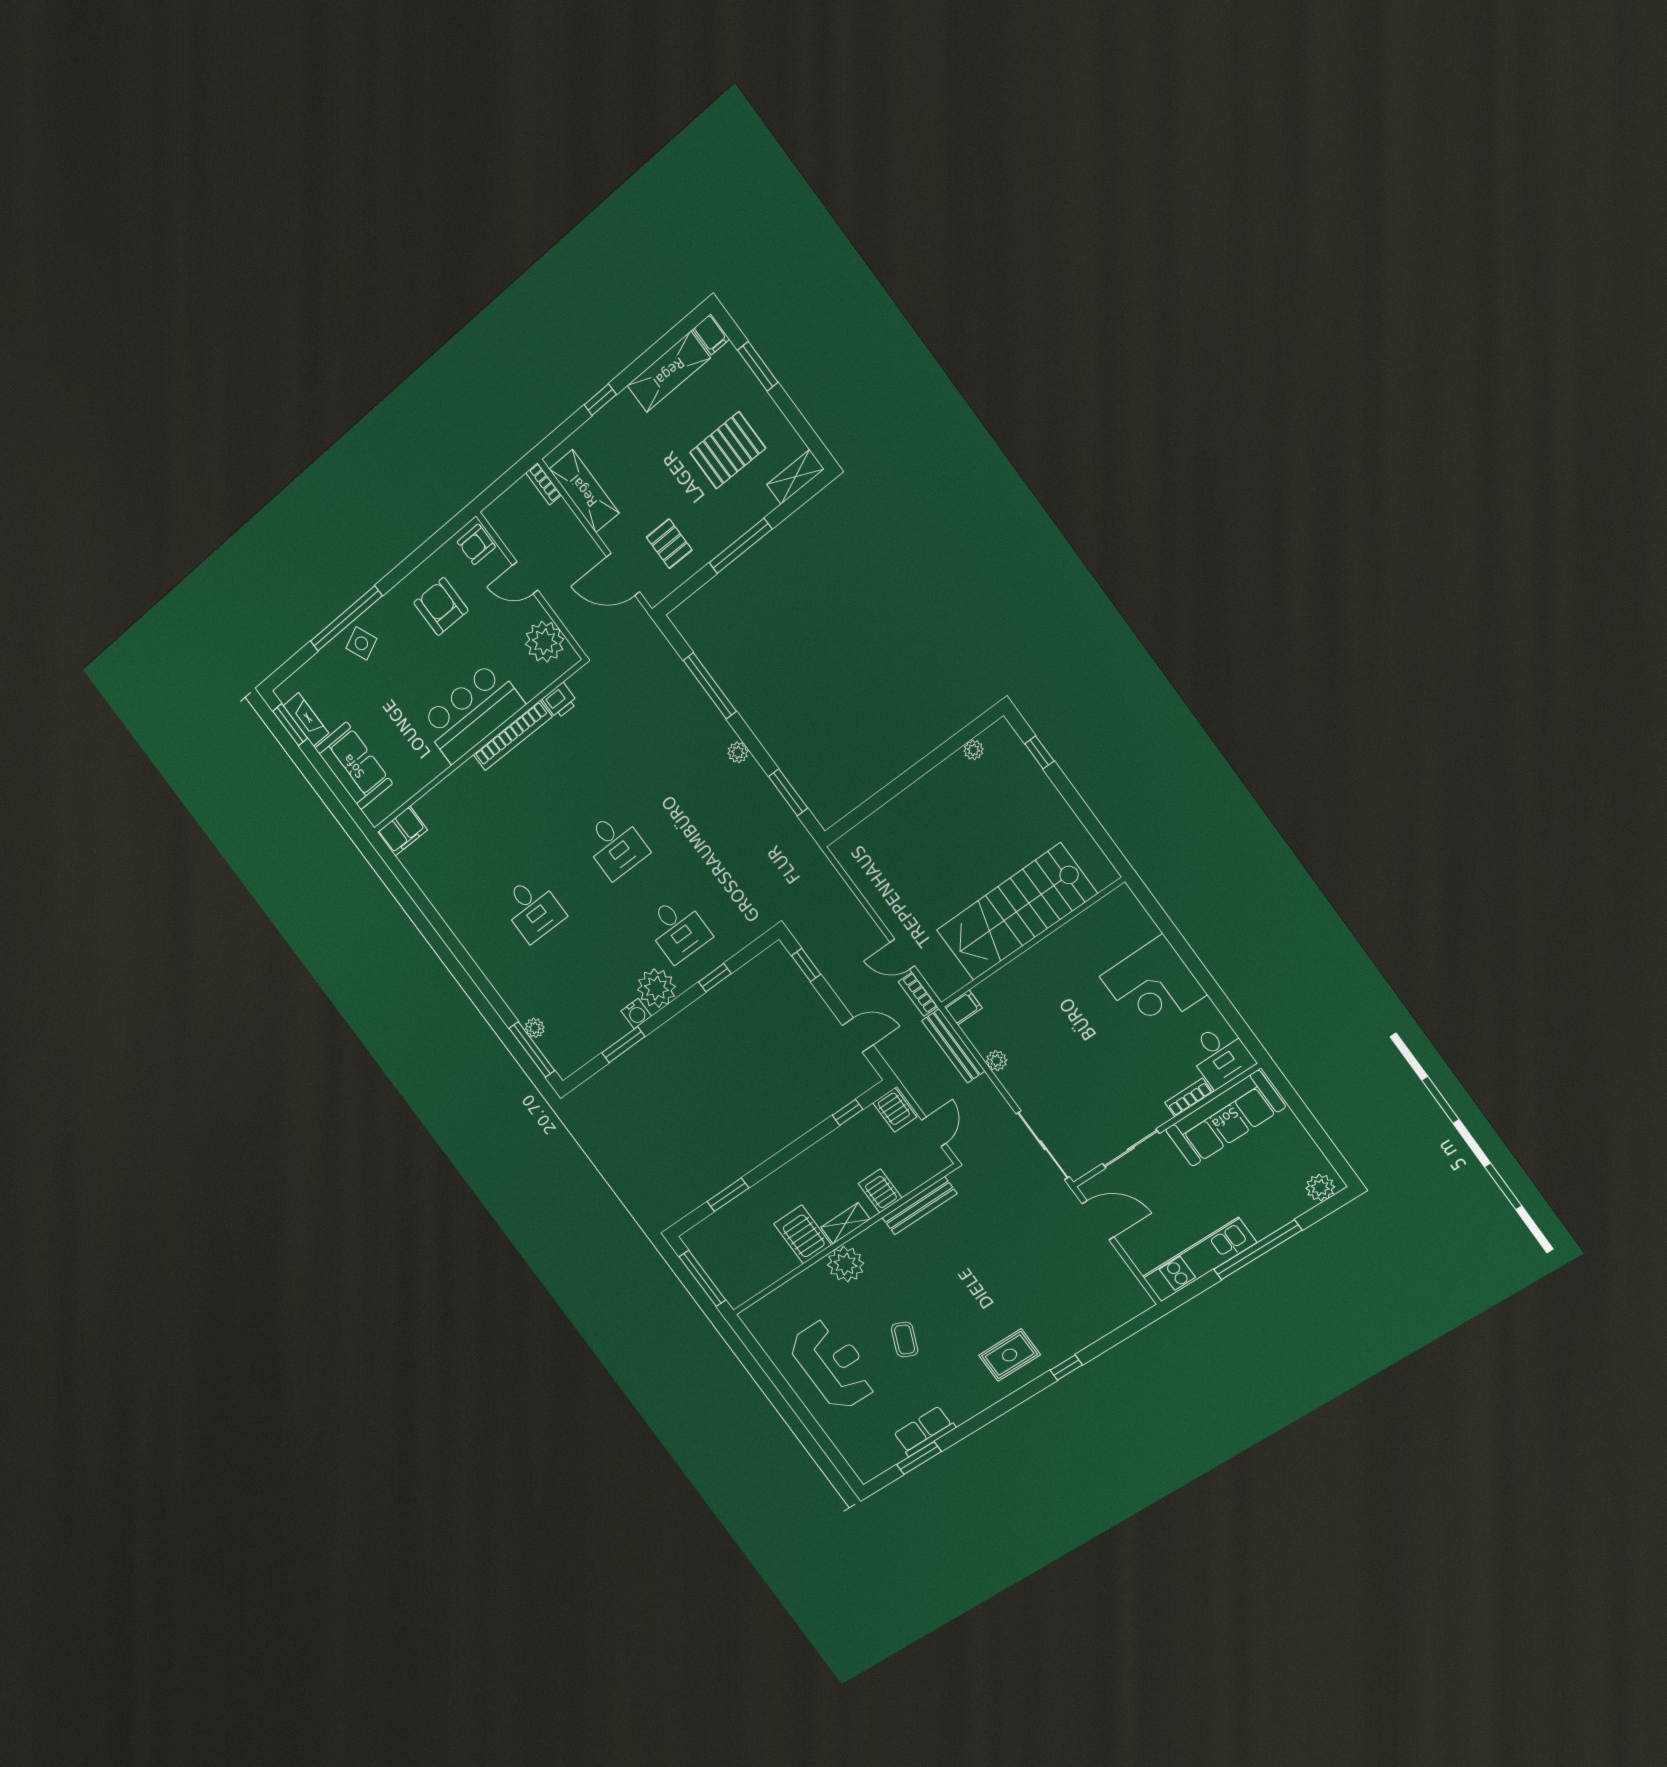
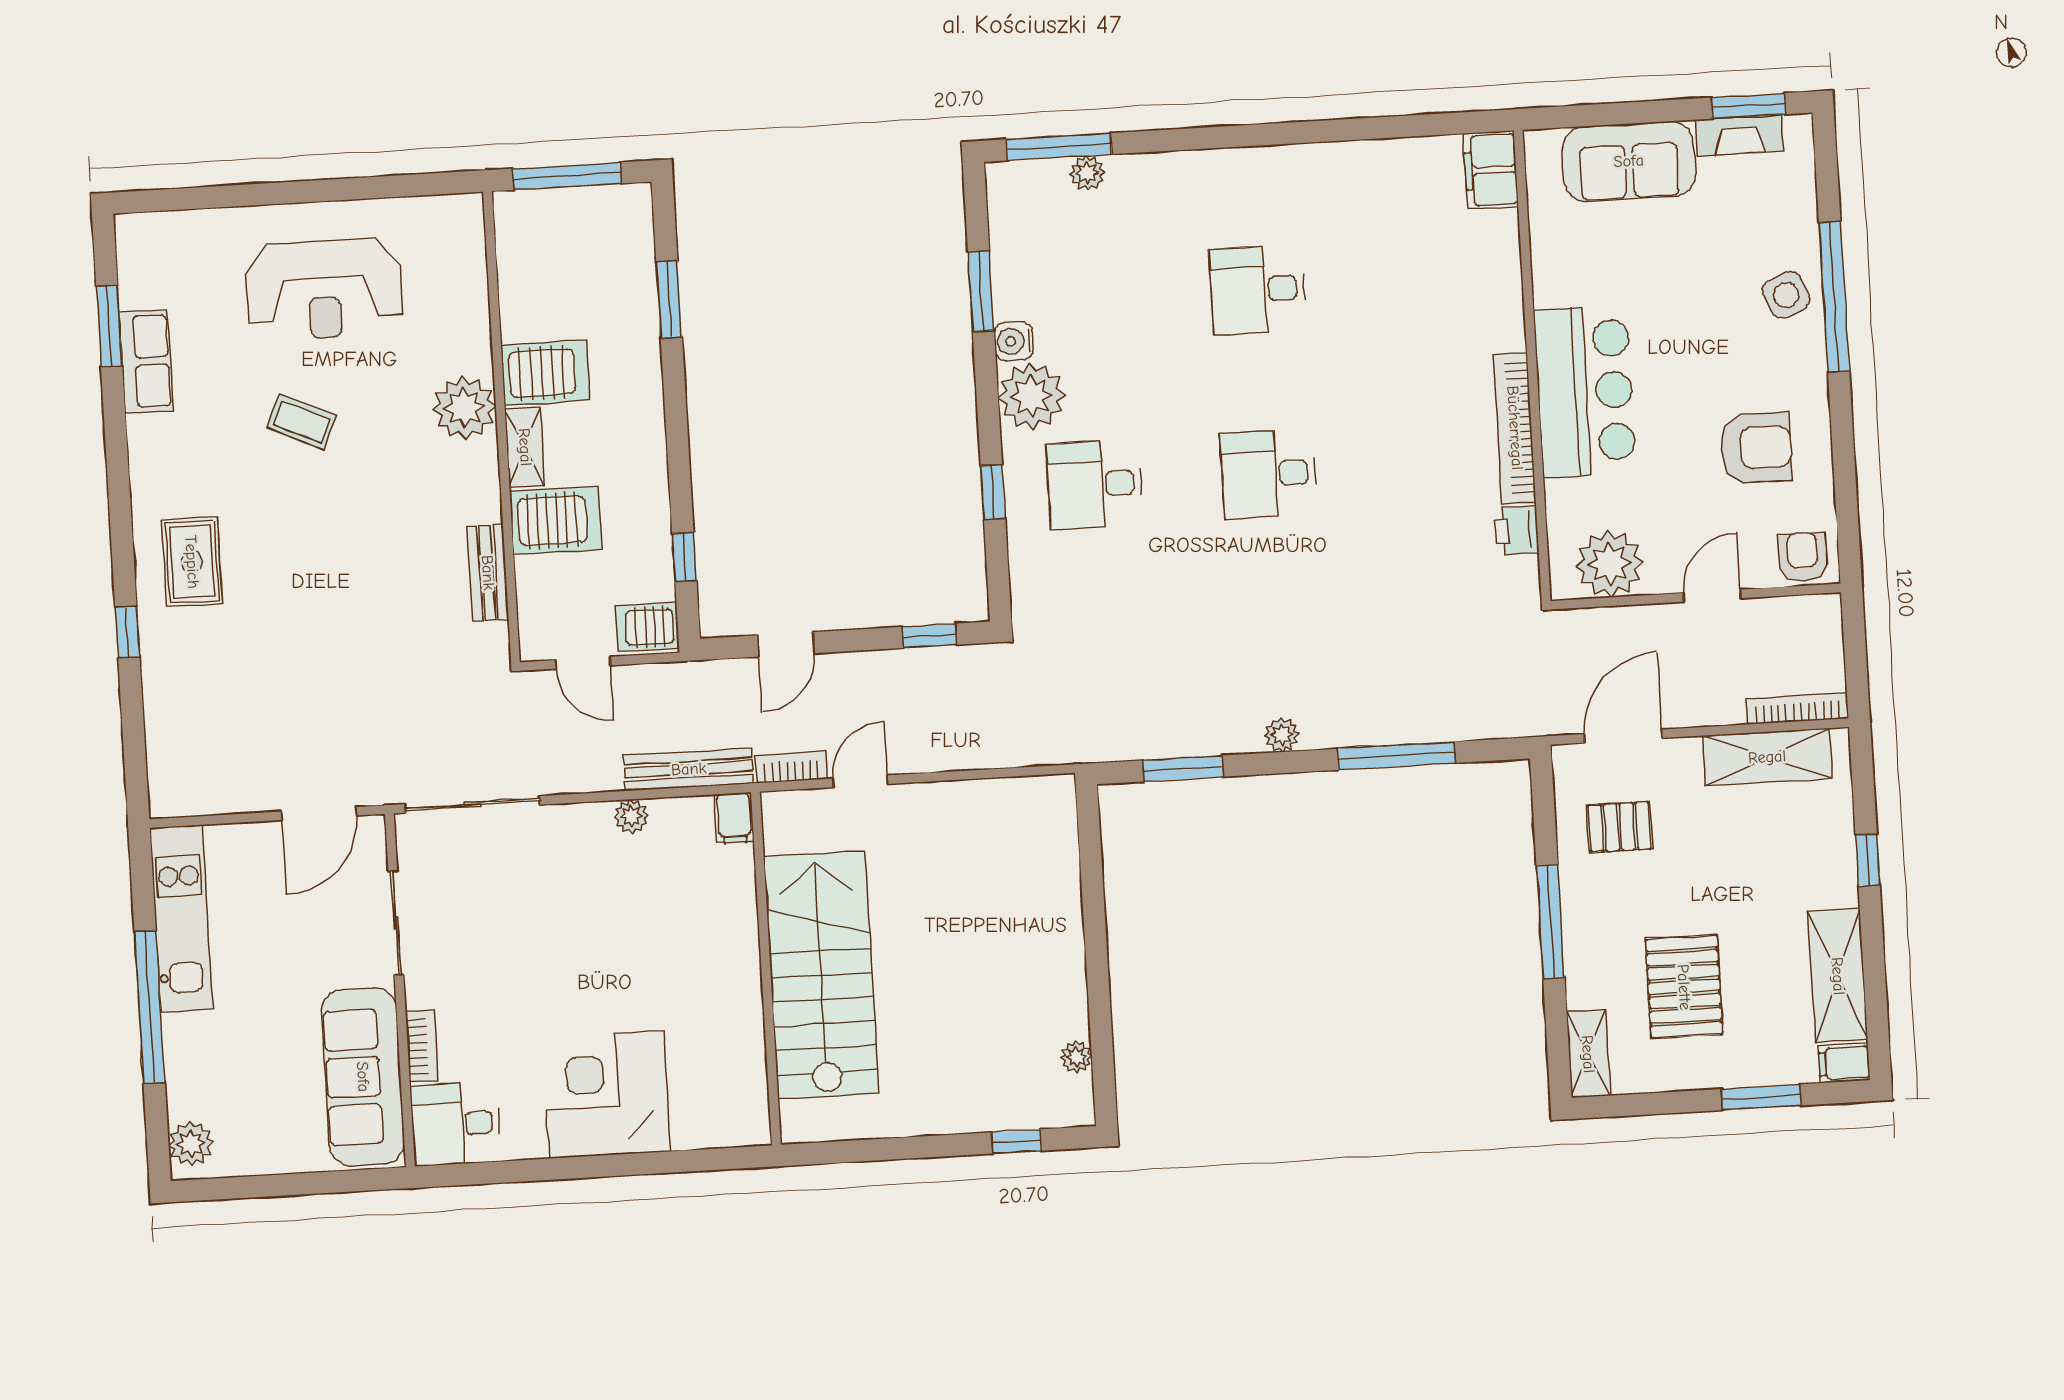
bookcase: (544, 484) -> (1797, 708), width x1.56
server rack: (880, 1191) -> (556, 520), width x1.36, depth x1.44
bench: (920, 1206) -> (488, 573), width x0.73

